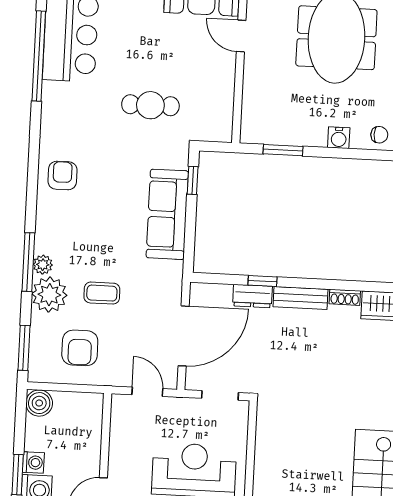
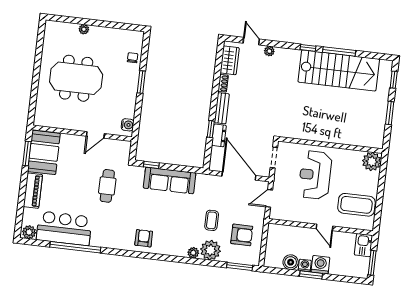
door: (241, 36) -> (95, 135), moved
water cooler: (339, 138) -> (128, 125), moved
window: (283, 150) -> (141, 82), moved
armchair: (62, 176) -> (144, 238), turned 90
window: (28, 262) -> (191, 261), removed
boiler: (39, 403) -> (291, 262), moved

